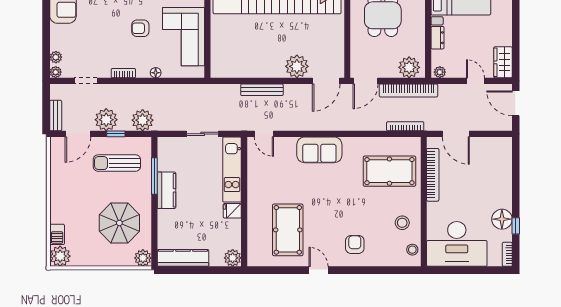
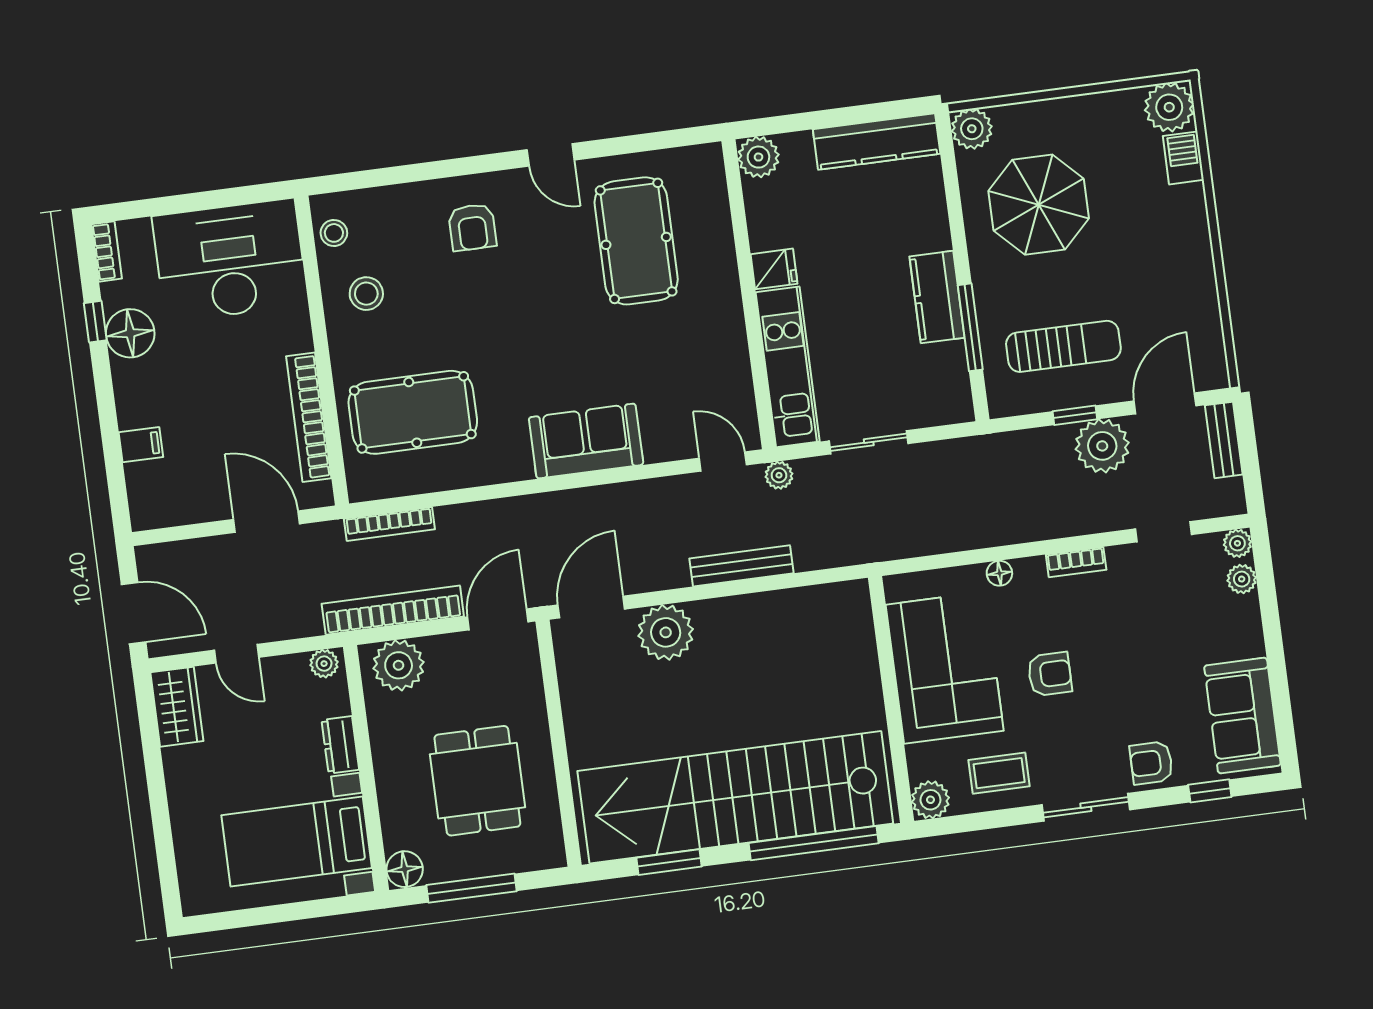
plant: (143, 120) -> (779, 475), moved, width x0.53, depth x0.53
filing cabinet: (504, 173) -> (141, 445), added

